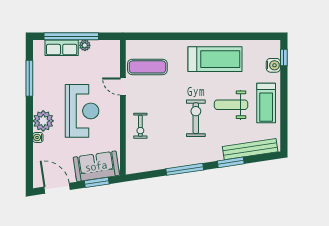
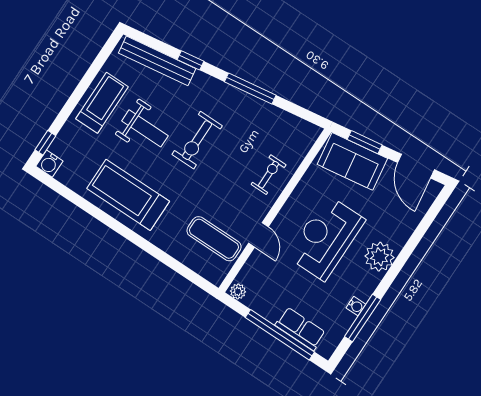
plant: (85, 45) -> (238, 291), moved
water cooler: (273, 65) -> (49, 164), moved, turned -90
water cooler: (38, 137) -> (356, 306), moved
window: (231, 162) -> (191, 60), width x0.67

